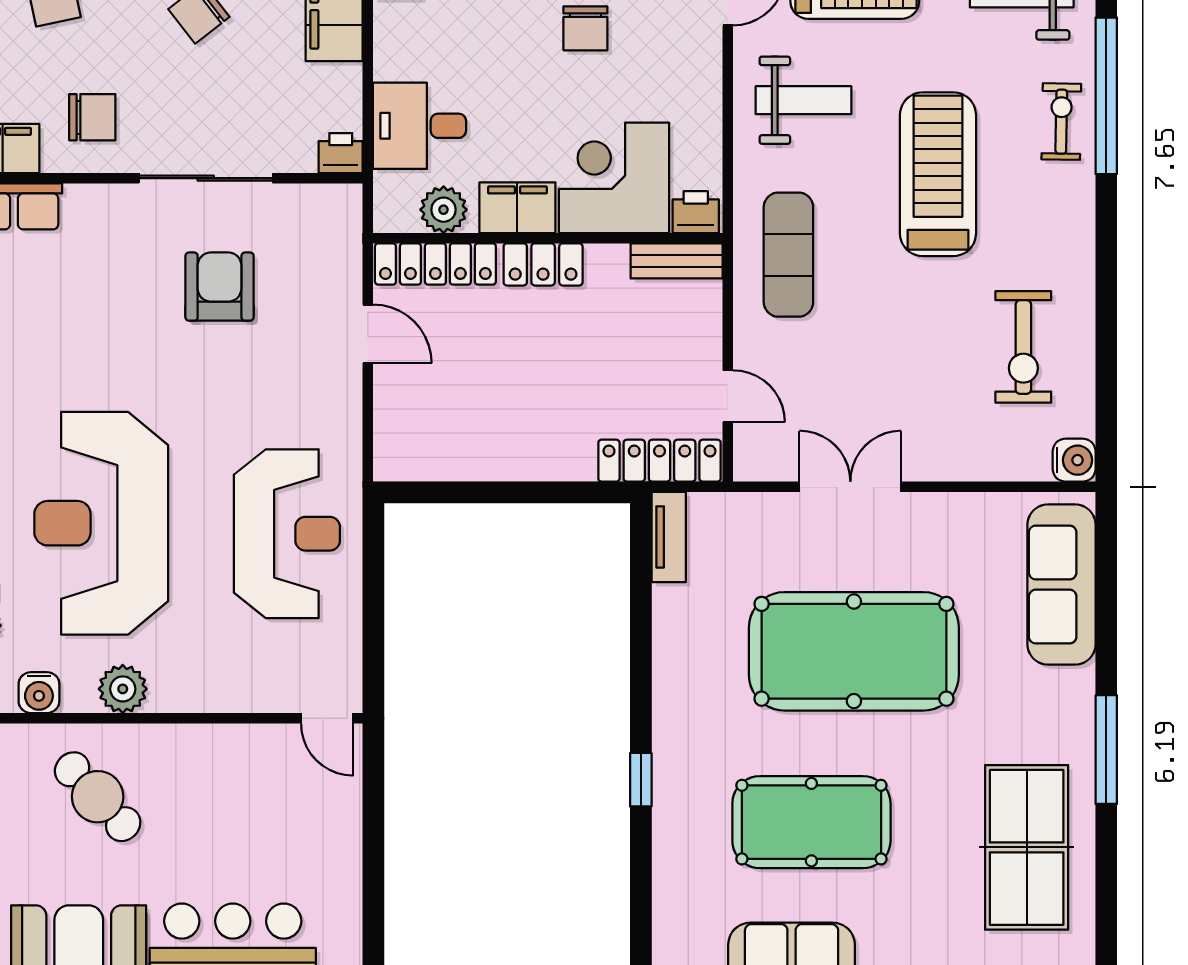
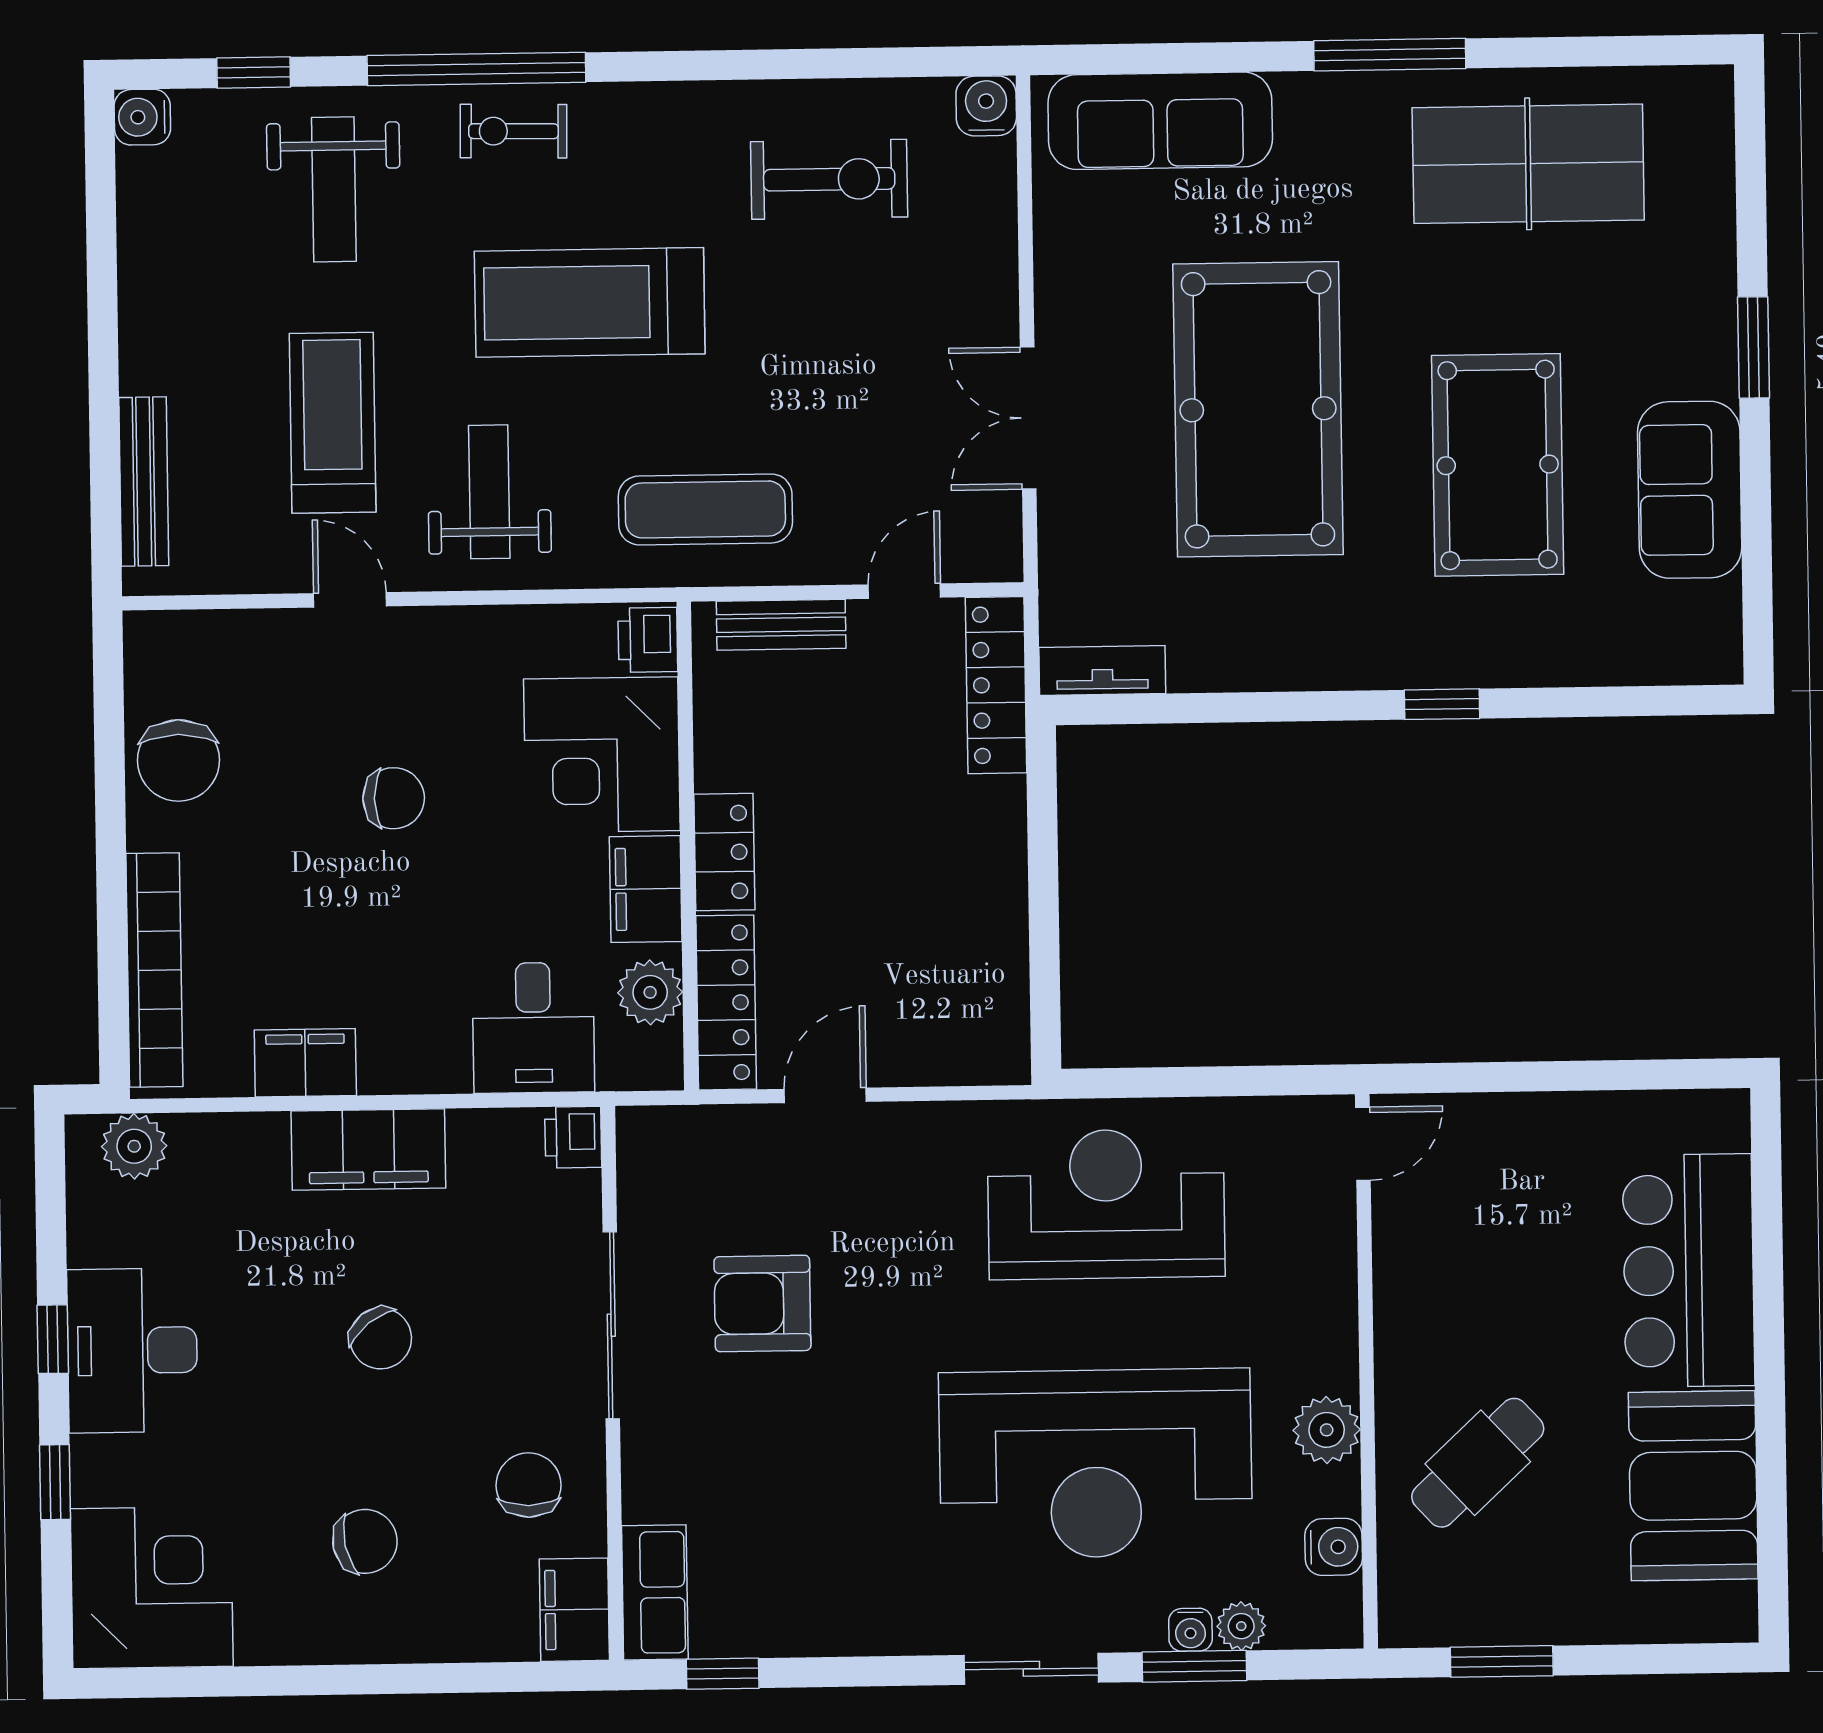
bench: (677, 261) -> (781, 625), moved, turned 90

